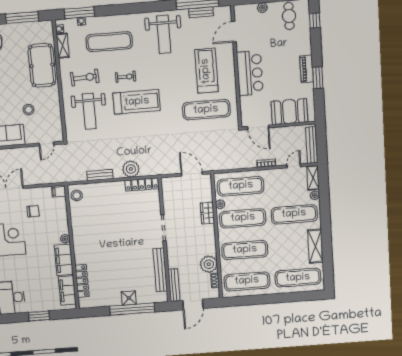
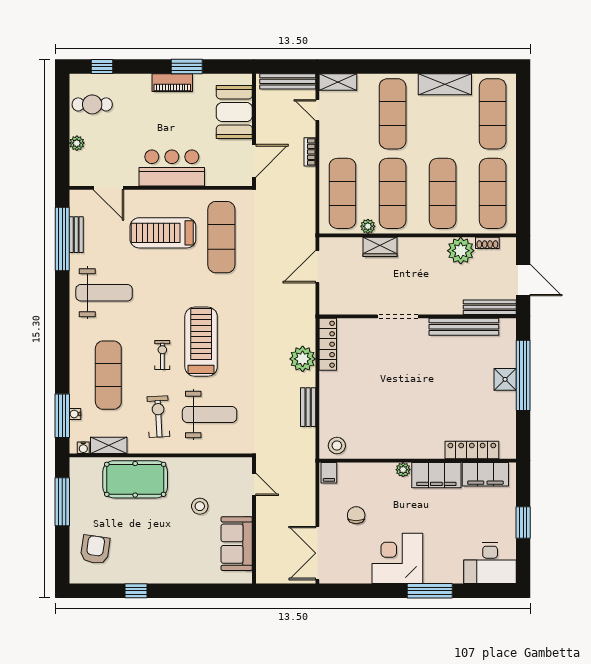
plant: (315, 195) -> (365, 81), removed

